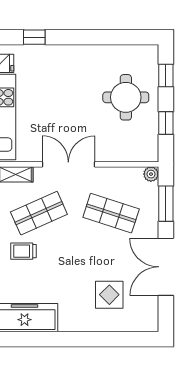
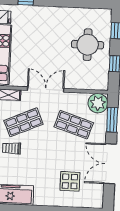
plant: (151, 174) -> (98, 103), width x1.87, depth x1.87

